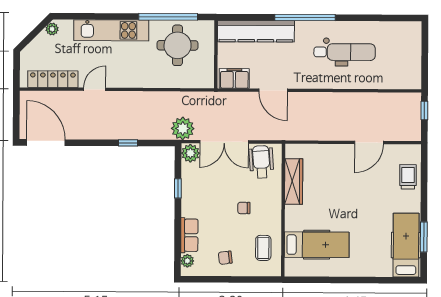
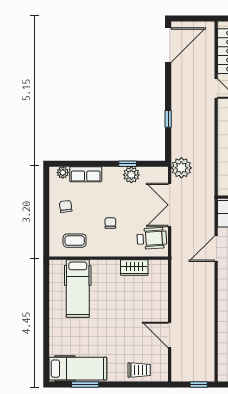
plant: (190, 153) -> (131, 175), moved
wardrobe: (294, 181) -> (134, 267), width x0.67

